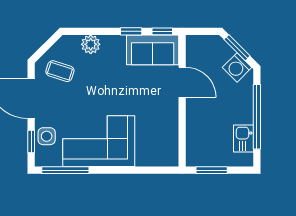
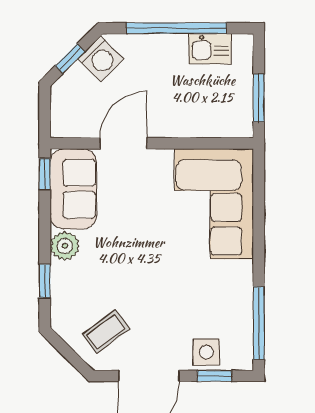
window: (131, 31) -> (45, 281), moved
plant: (91, 44) -> (65, 246), moved
window: (237, 48) -> (70, 59), width x0.67
coffee table: (60, 71) -> (106, 332), turned 35
corner sofa: (99, 141) -> (214, 204), moved

